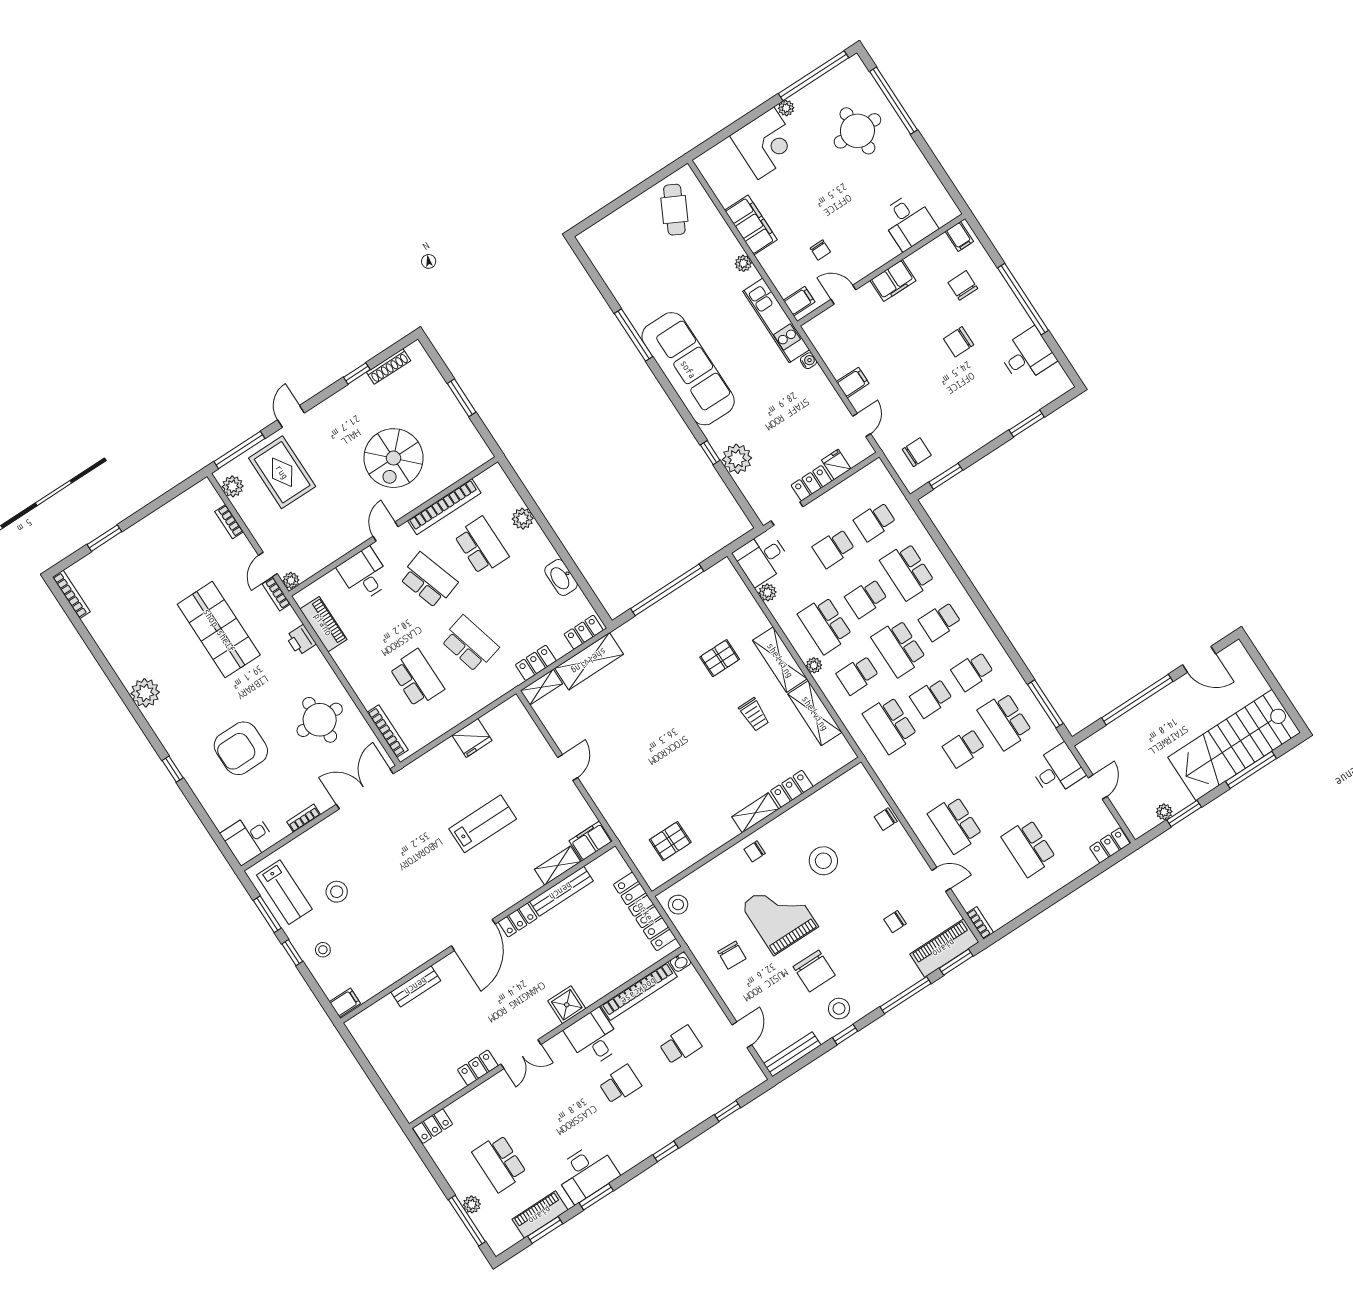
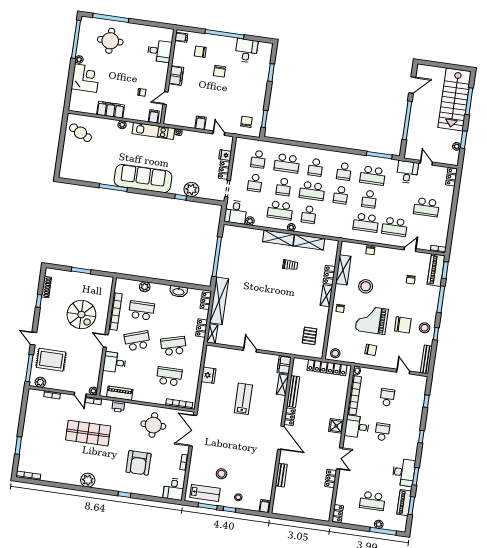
pallet: (720, 658) -> (259, 259), removed
shelving: (589, 661) -> (219, 301), width x1.47
school desk: (890, 725) -> (366, 223), moved
shelving: (819, 804) -> (343, 270), added

